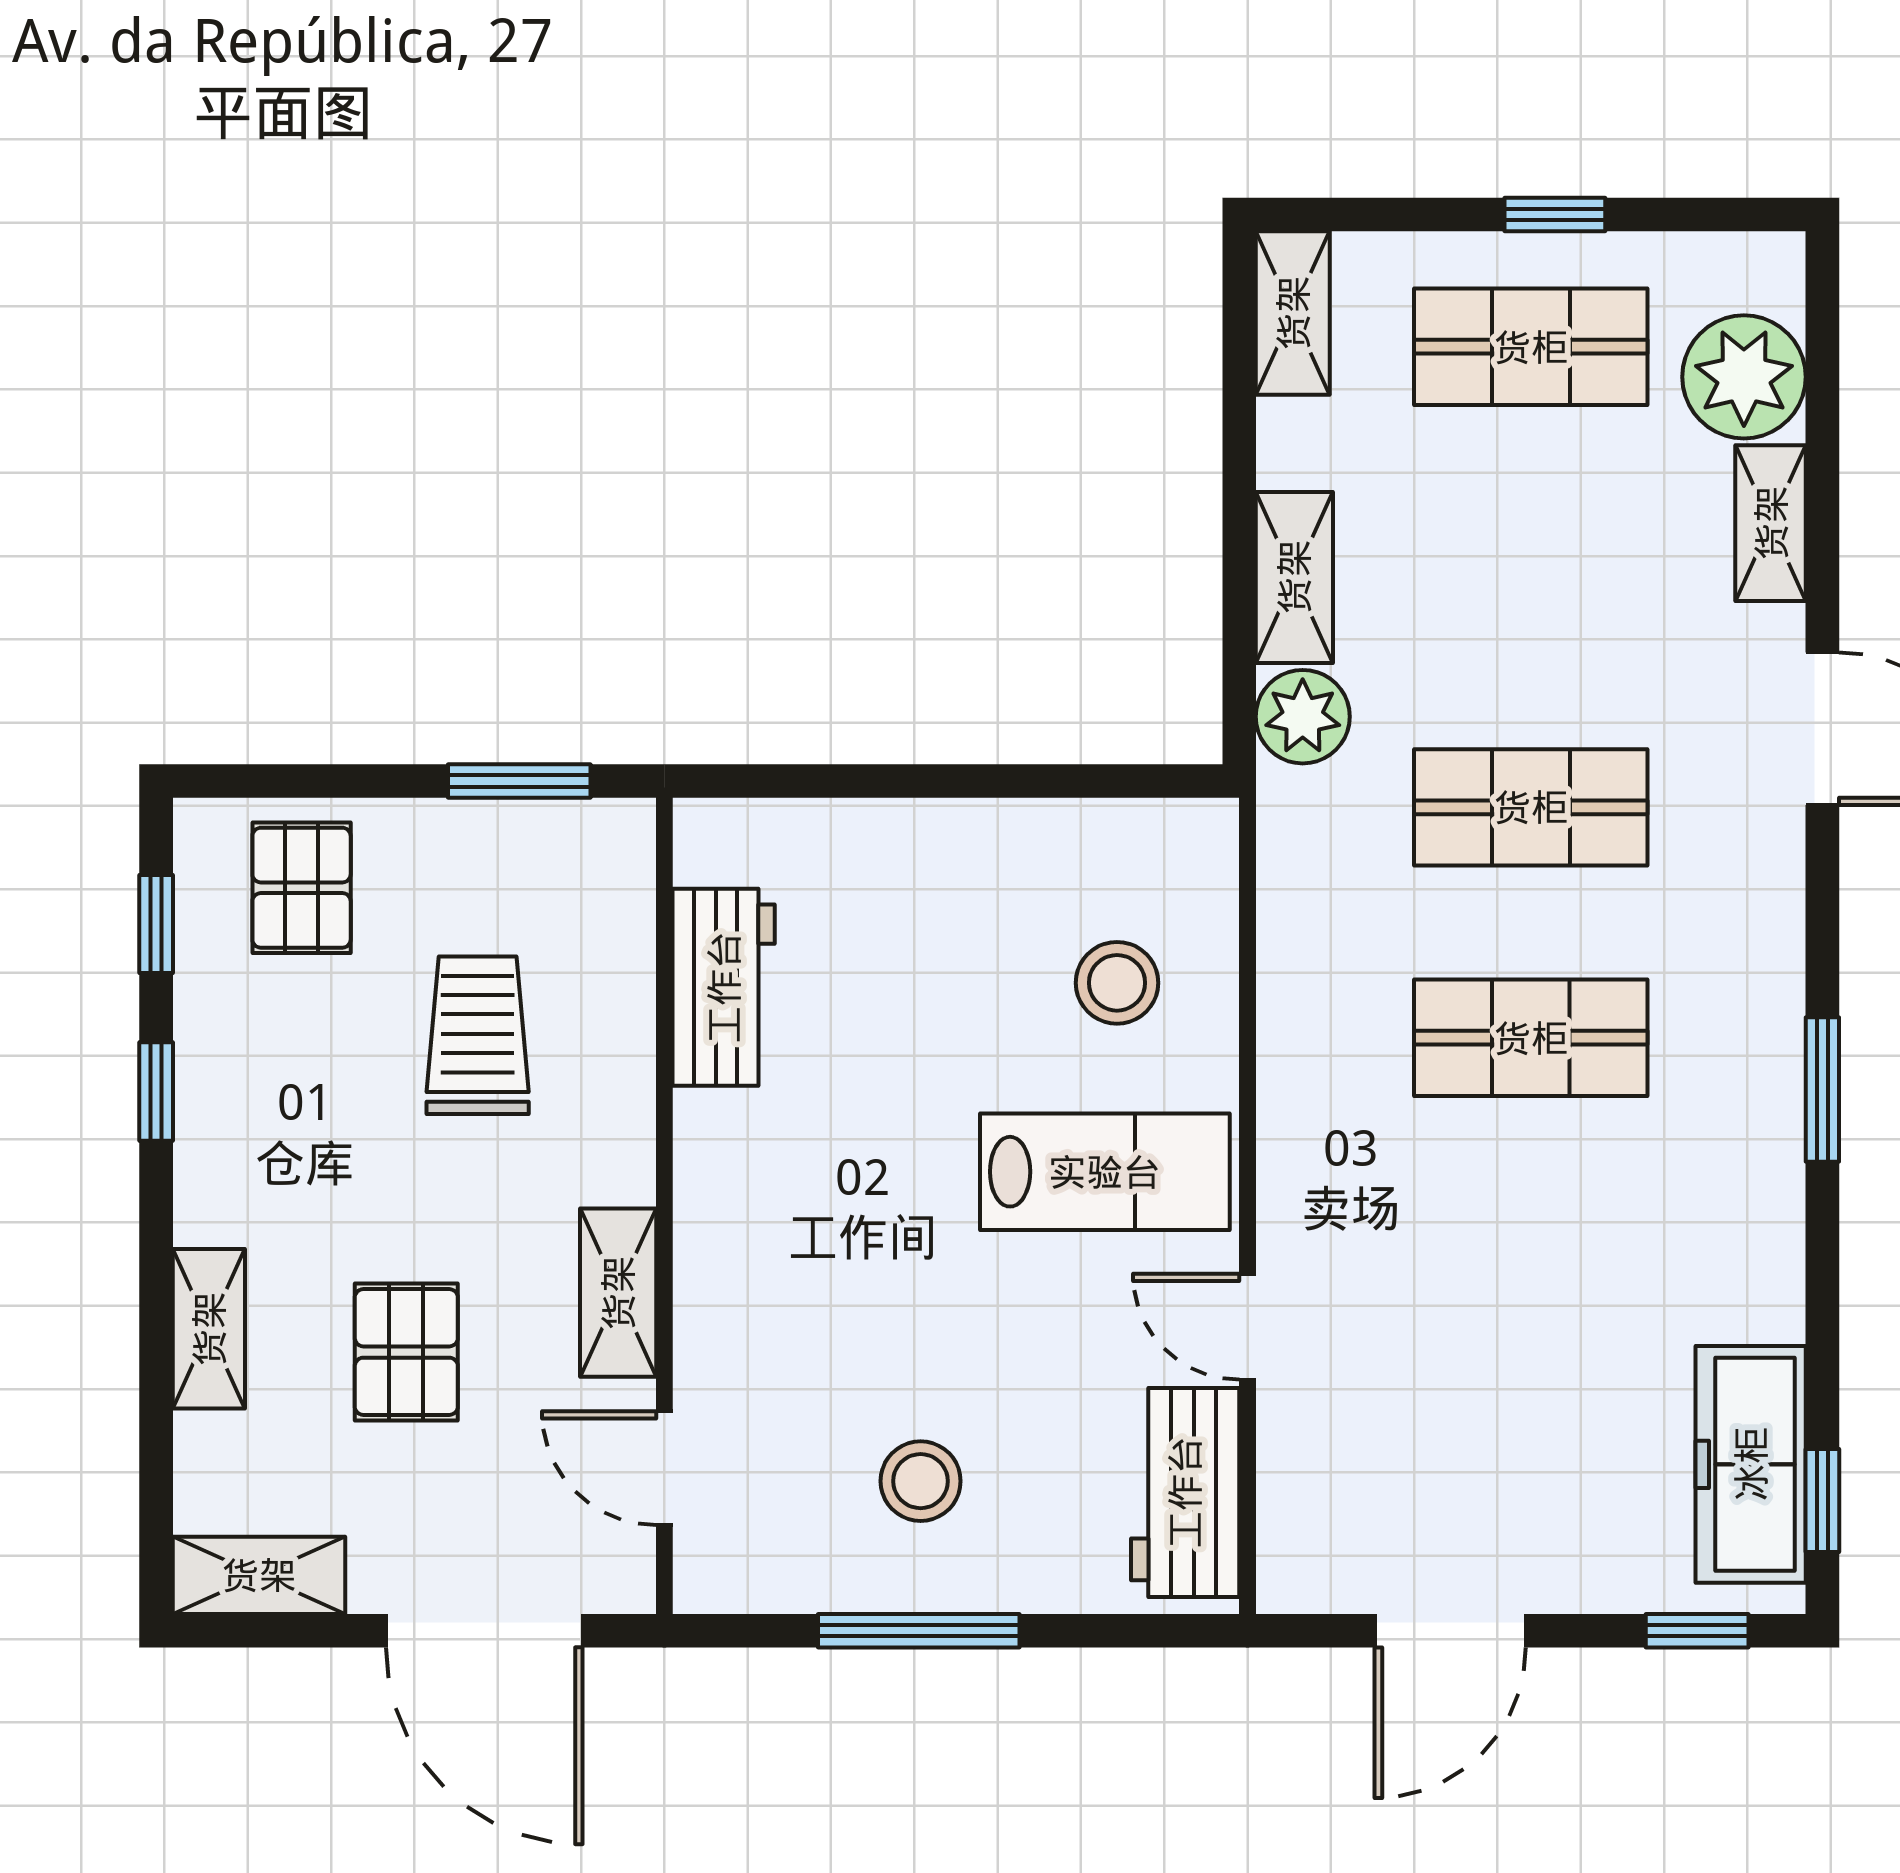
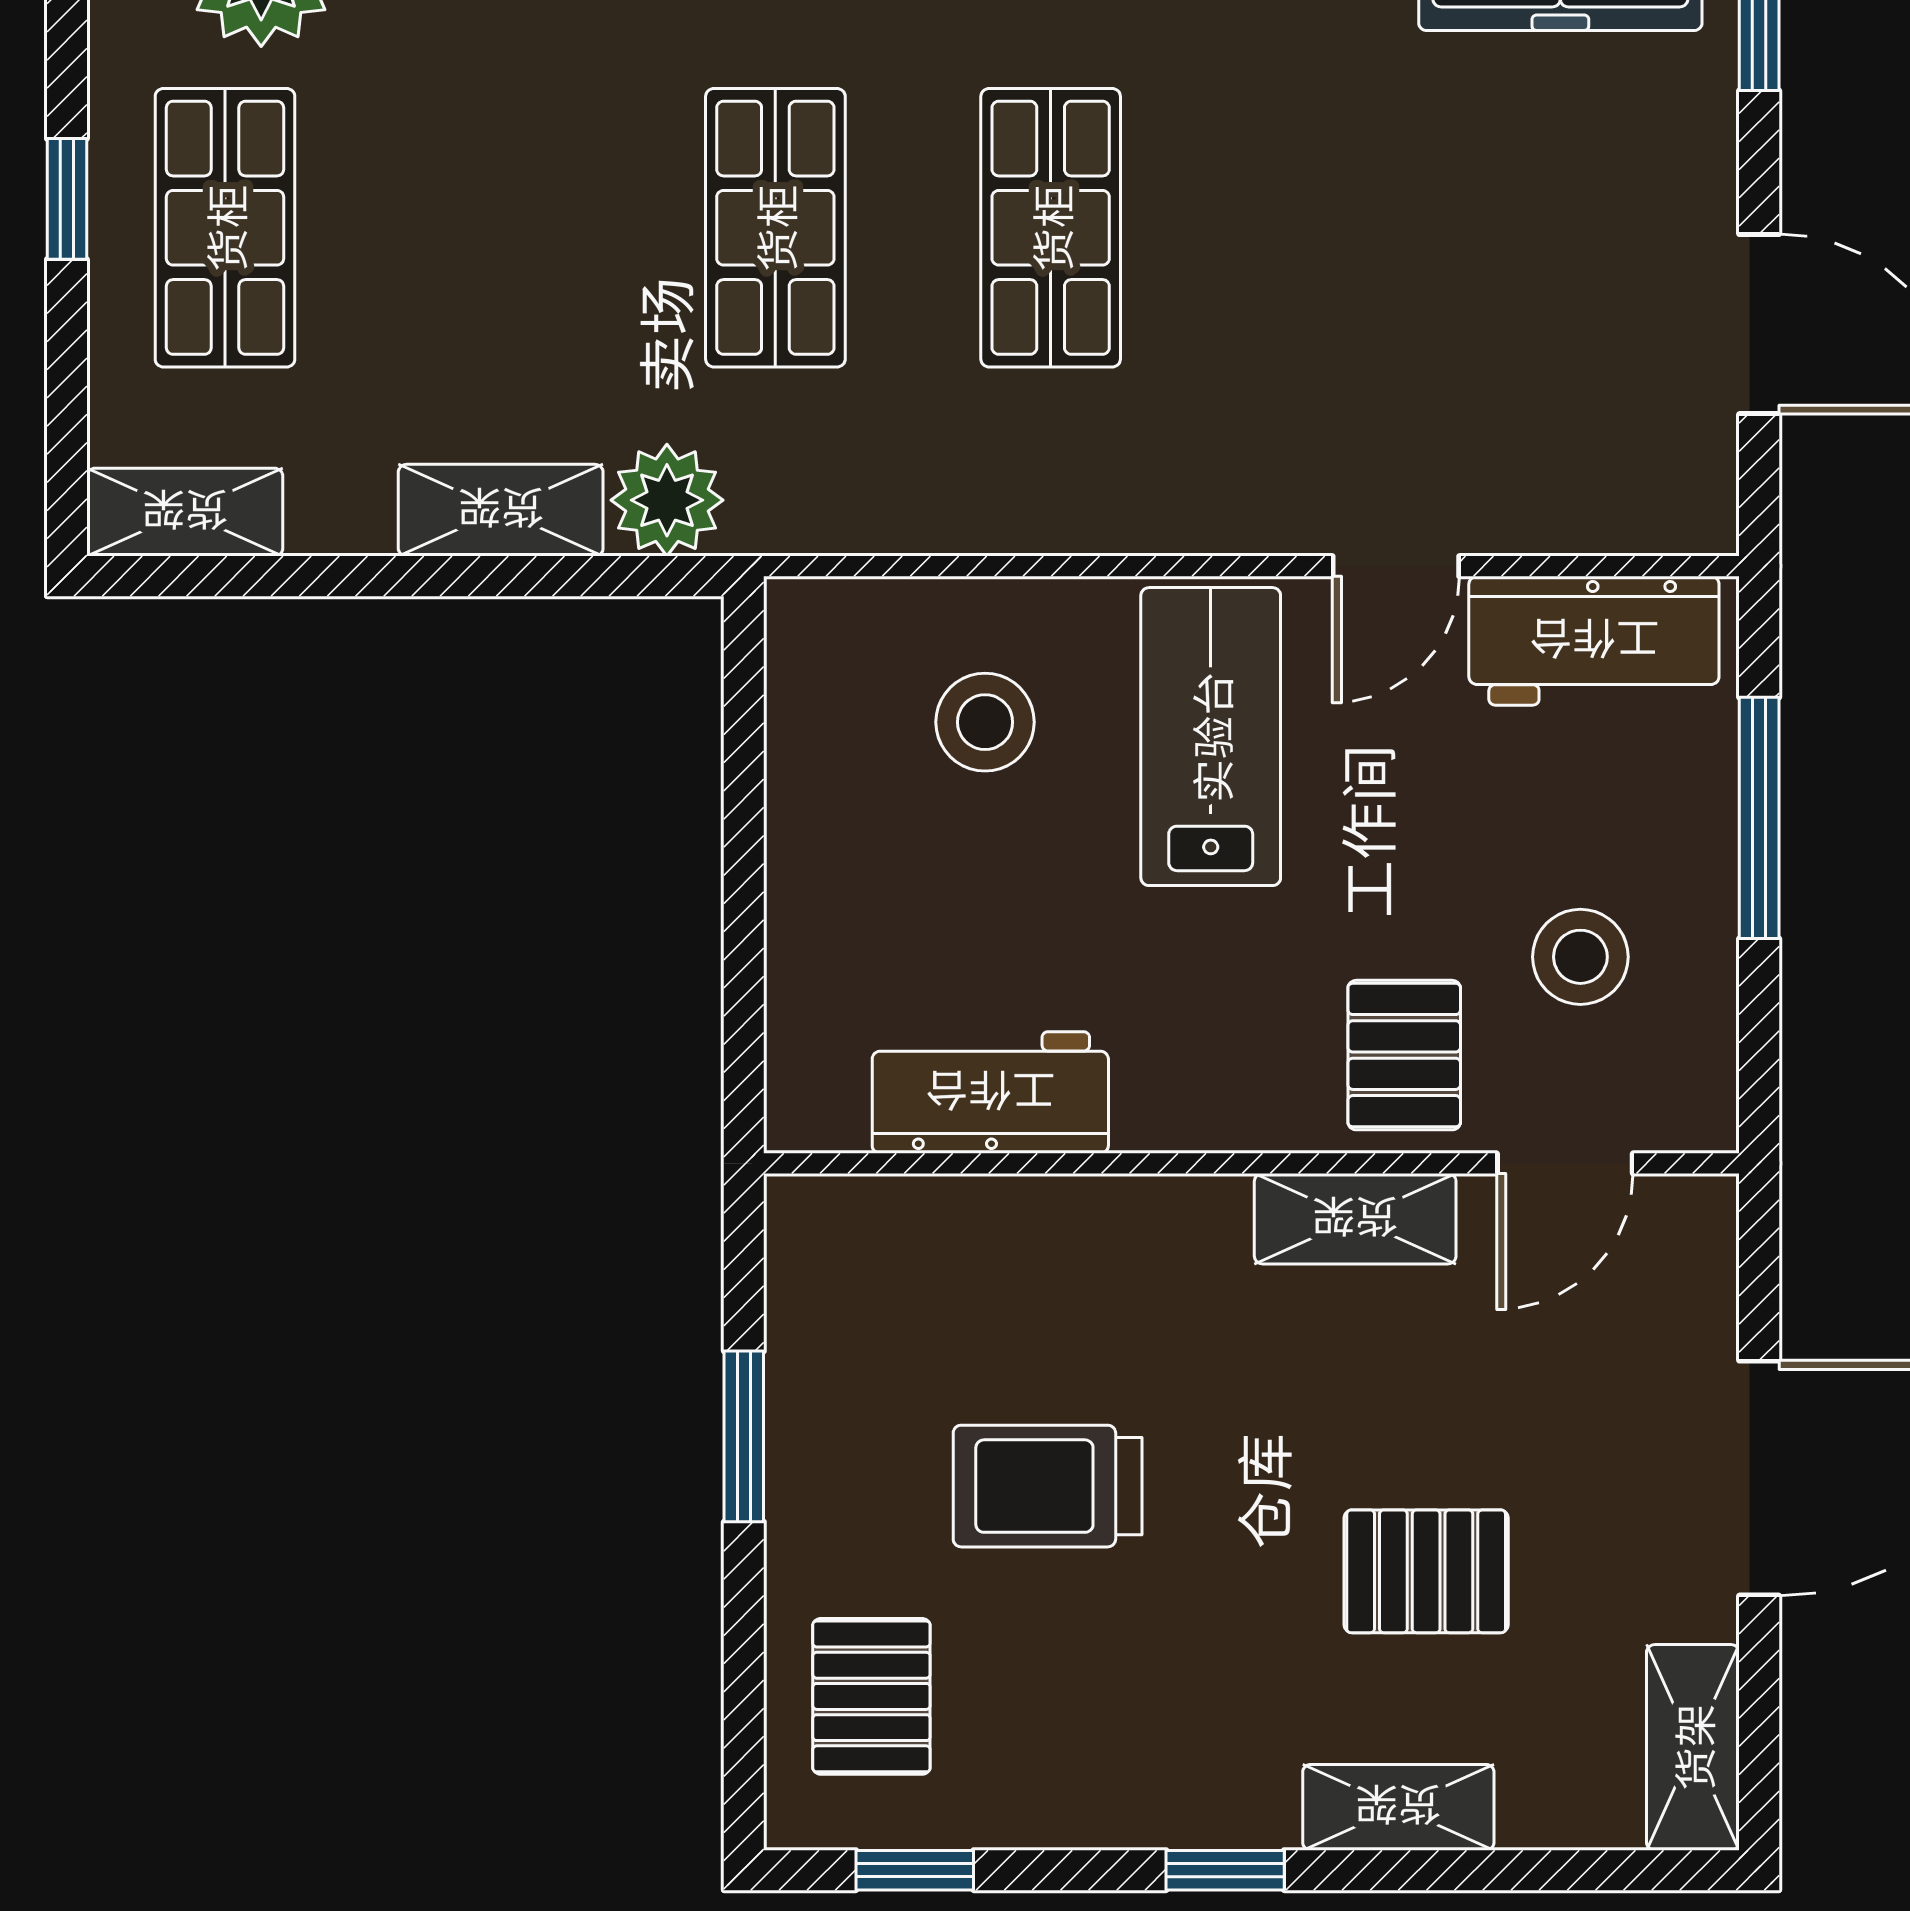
pallet: (302, 888) -> (871, 1696), turned 90
workbench: (724, 987) -> (990, 1093), moved
window: (156, 1092) -> (1225, 1870), moved
wall: (664, 1206) -> (1251, 1163), moved
shelving: (618, 1293) -> (1355, 1219), moved
pallet: (838, 1334) -> (1404, 1055), added
door: (664, 1468) -> (1565, 1163), moved
window: (919, 1631) -> (1759, 818), moved

